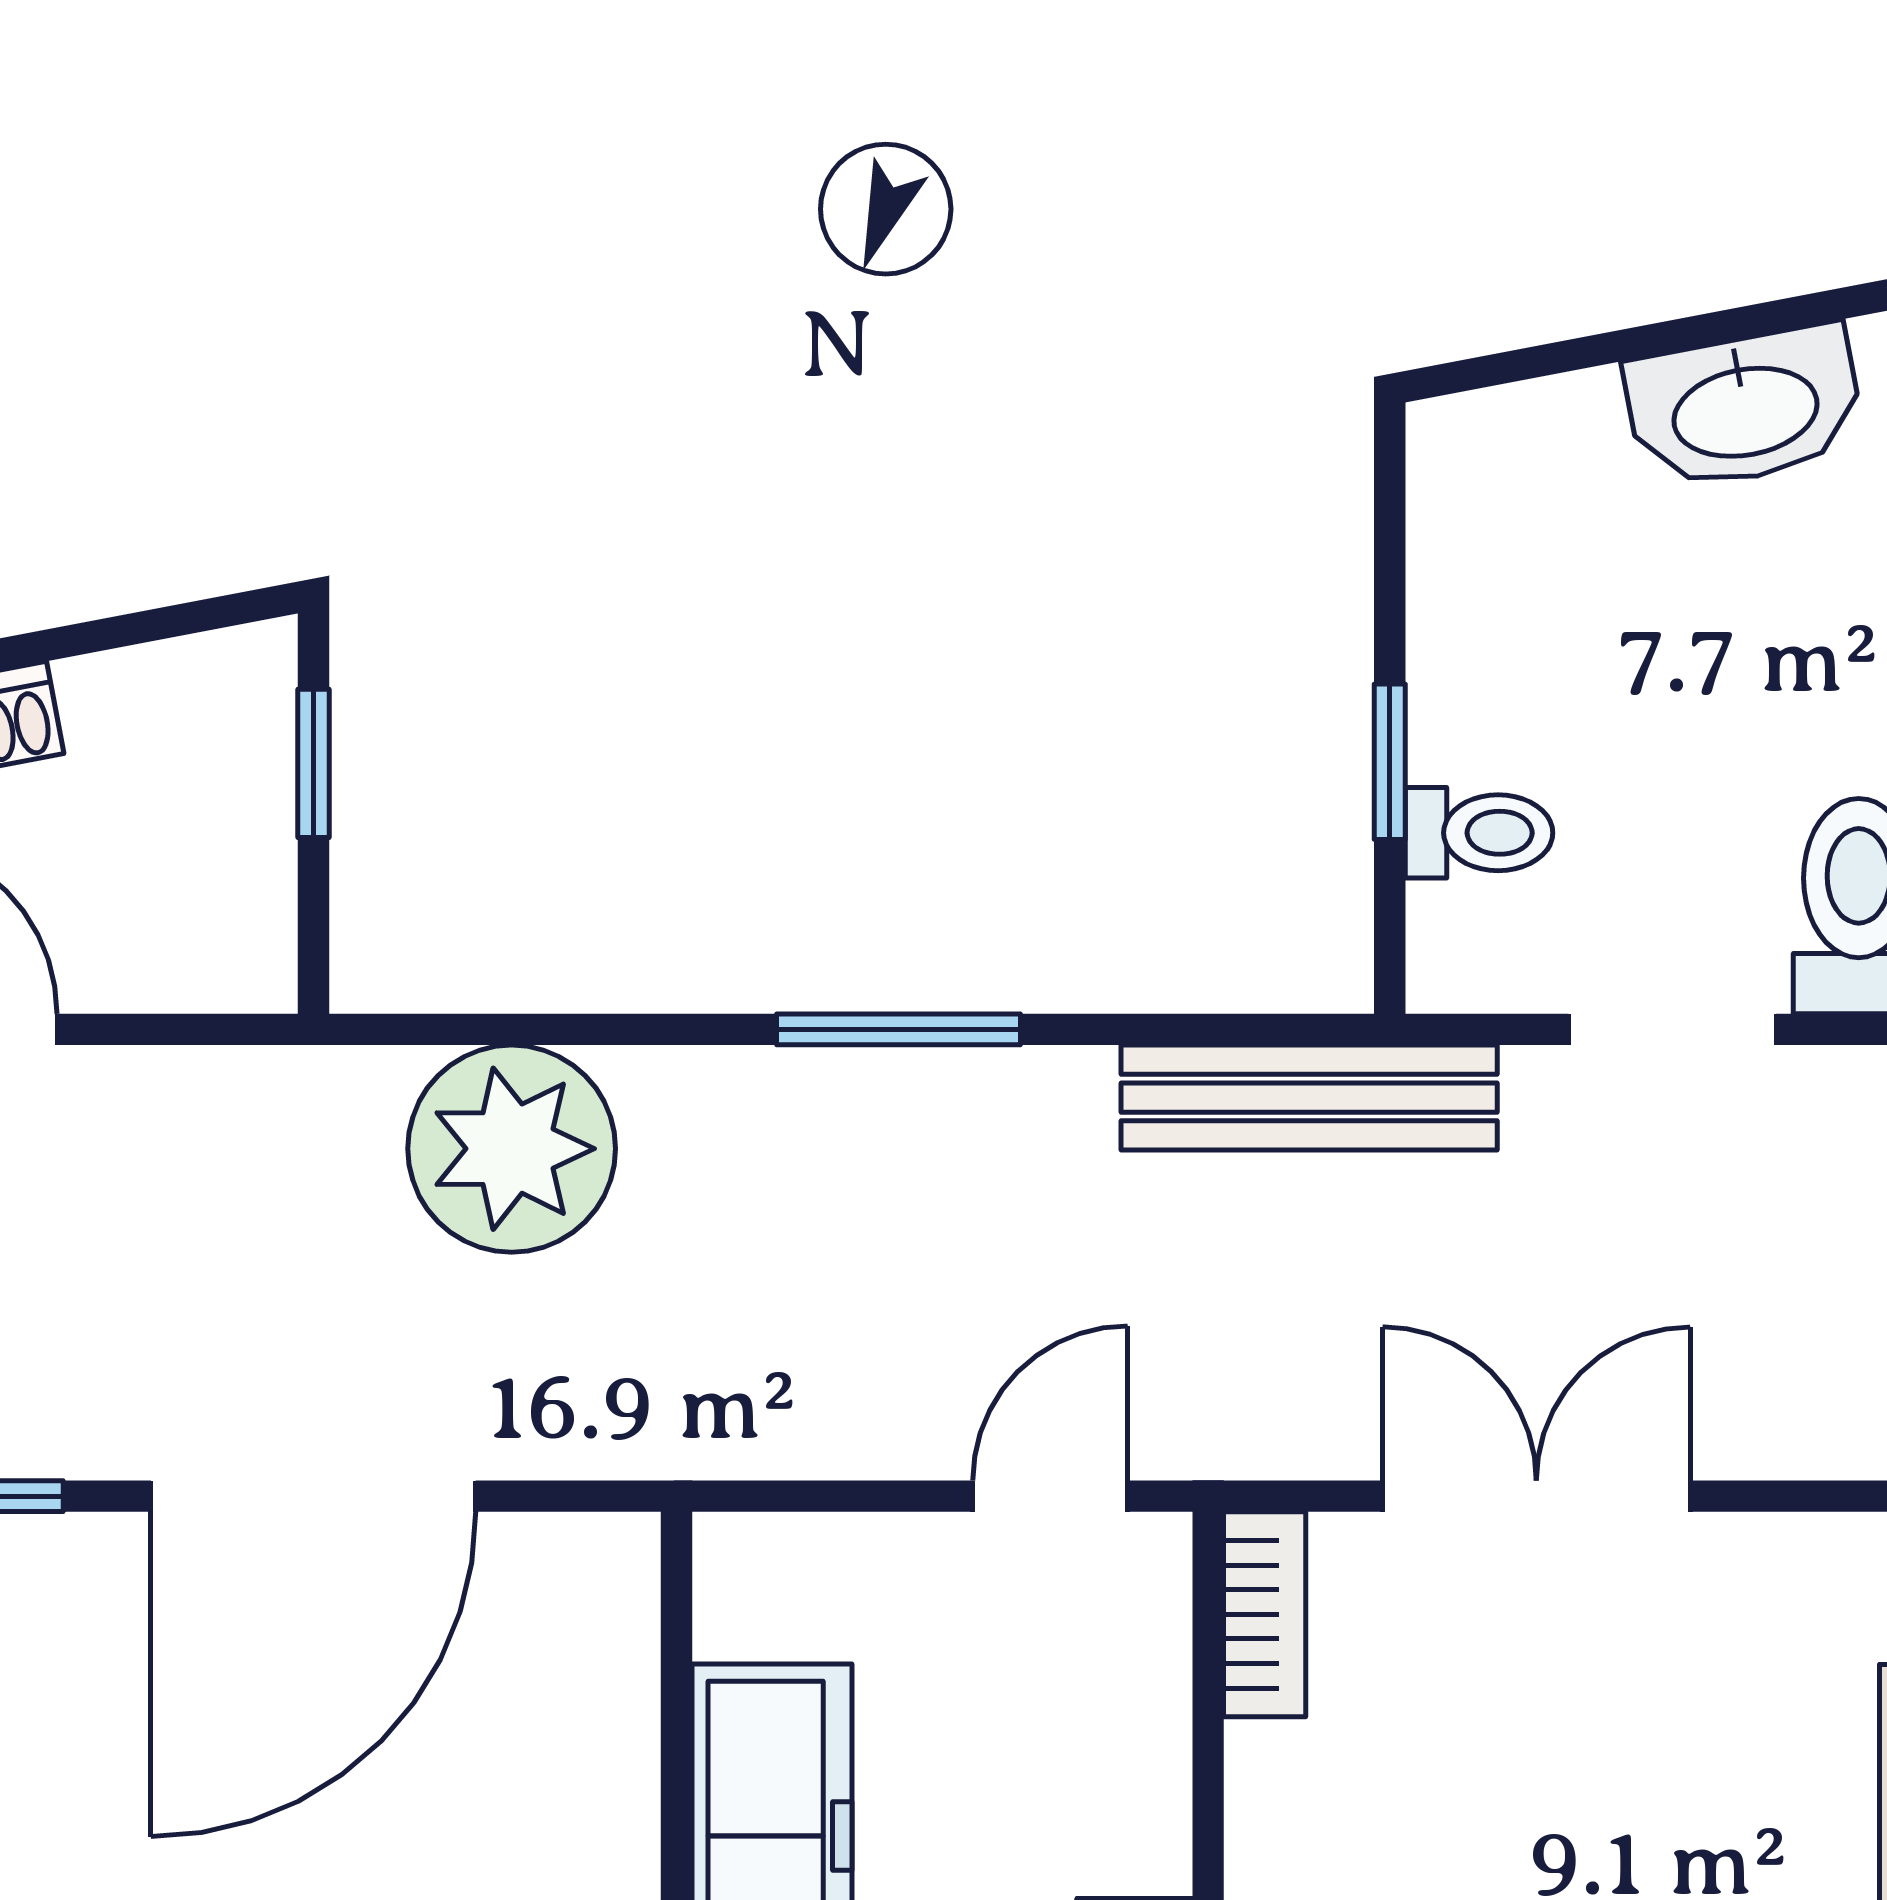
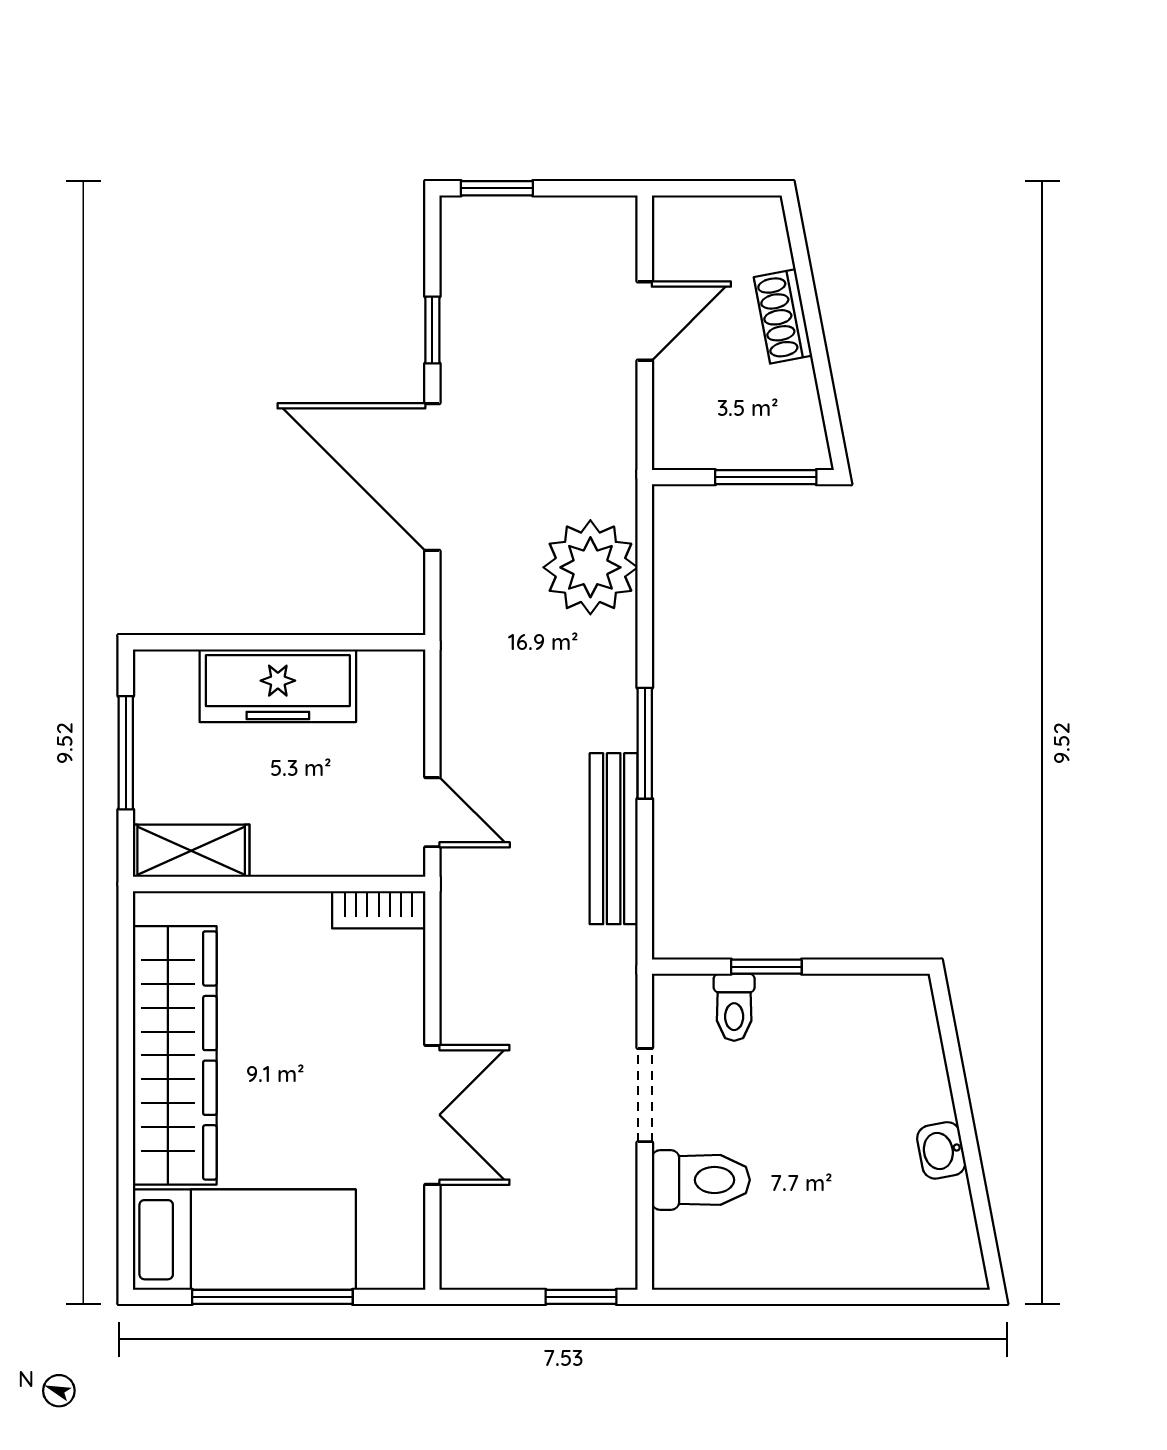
washbasin: (1745, 408) -> (941, 1150), width x0.52, depth x0.69
window: (313, 763) -> (766, 477), width x1.50
bench: (1309, 1098) -> (614, 839), moved
double door: (1536, 1496) -> (432, 1115), moved

